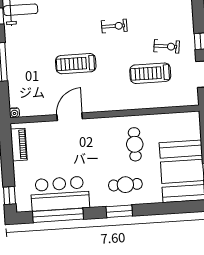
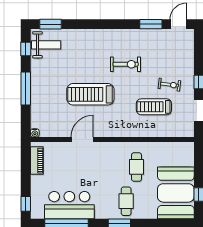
exercise bike: (114, 26) -> (126, 64), width x1.38, depth x1.39
treadmill: (76, 64) -> (90, 94), width x1.37, depth x1.38
cafe table: (125, 185) -> (126, 201), turned 90

